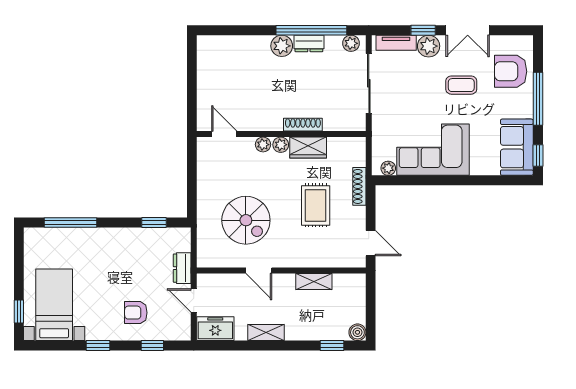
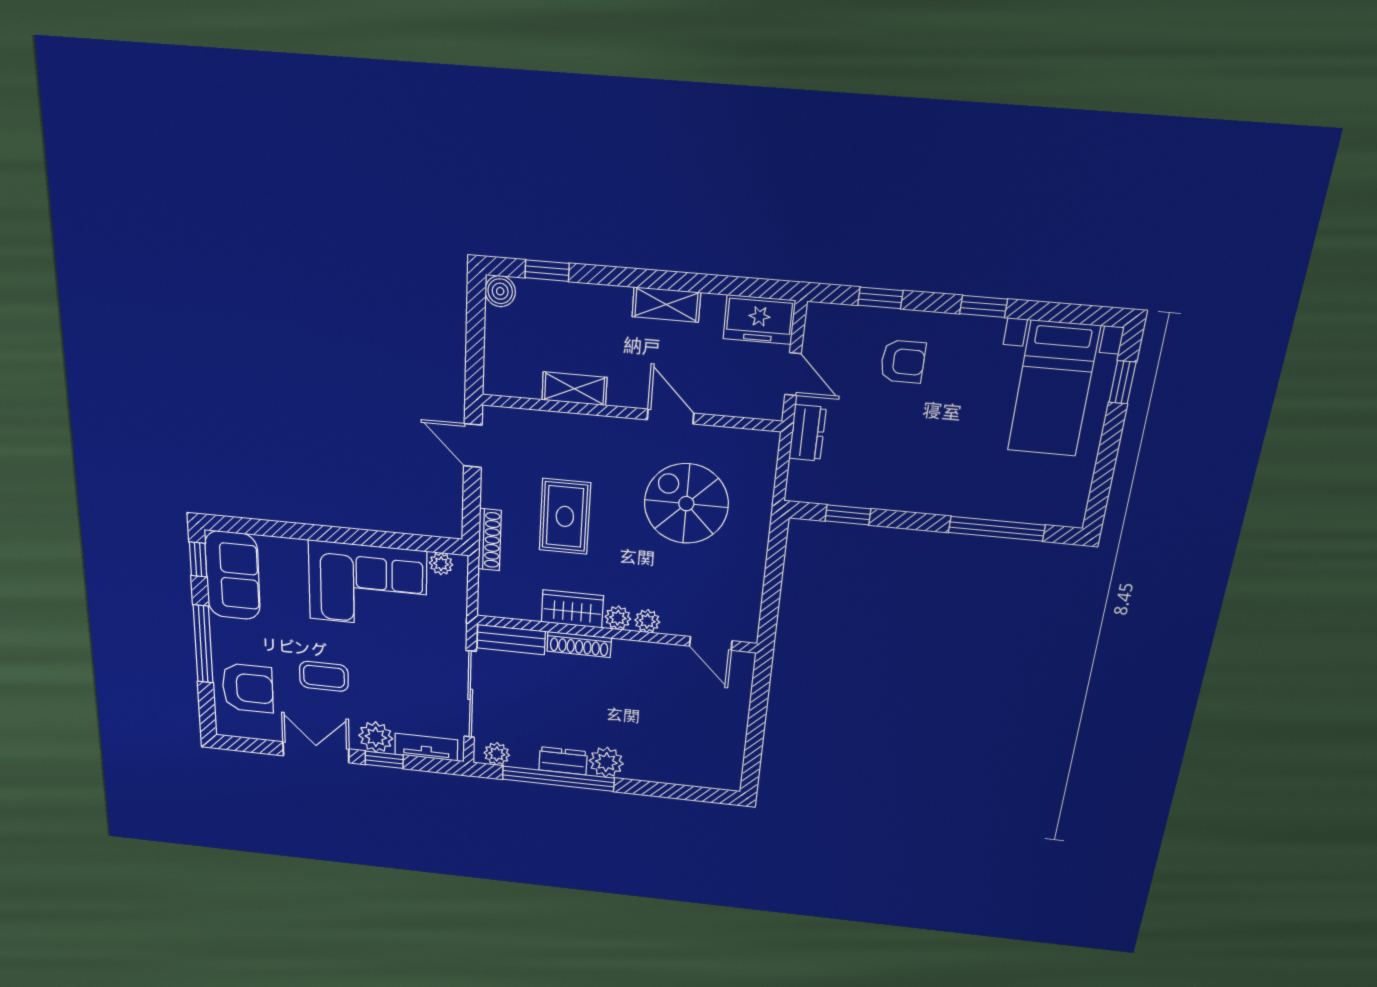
bench: (344, 123) -> (511, 640), added

